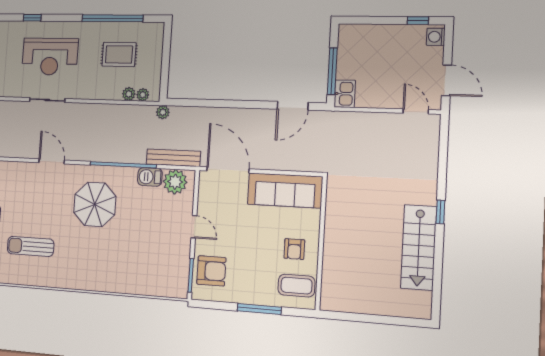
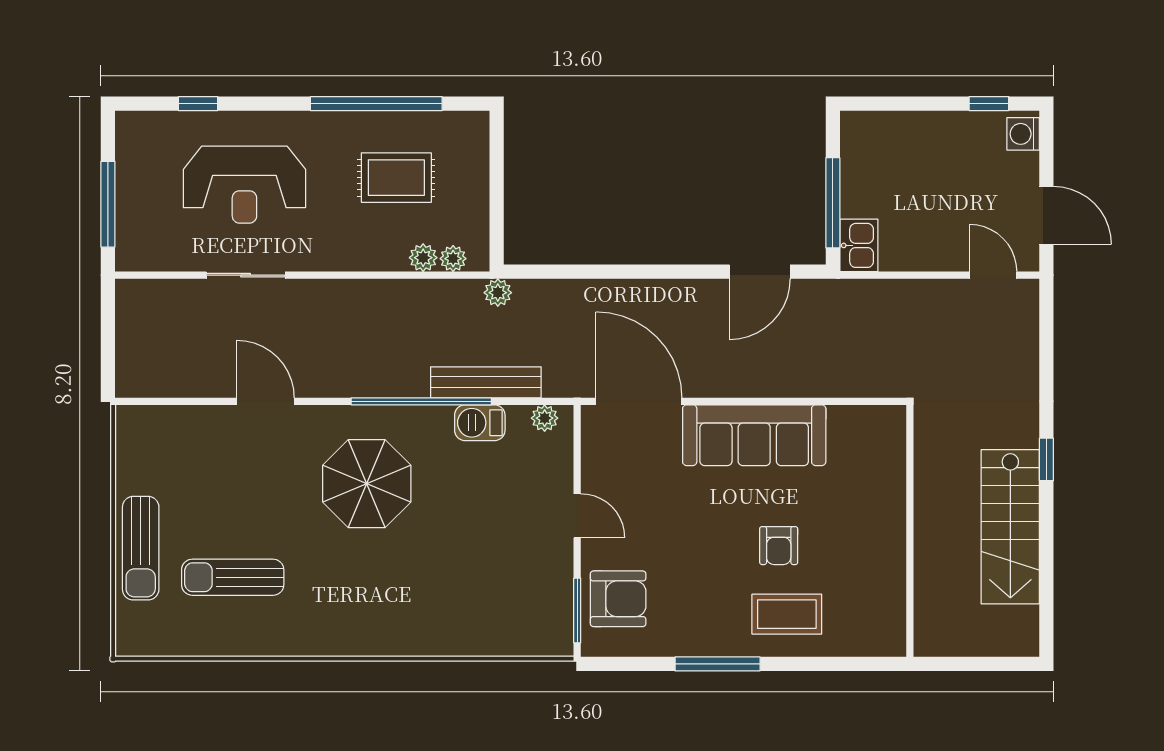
bench: (173, 158) -> (486, 382), moved
plant: (175, 182) -> (545, 418), width x0.53, depth x0.53
wall: (321, 243) -> (910, 531), moved

